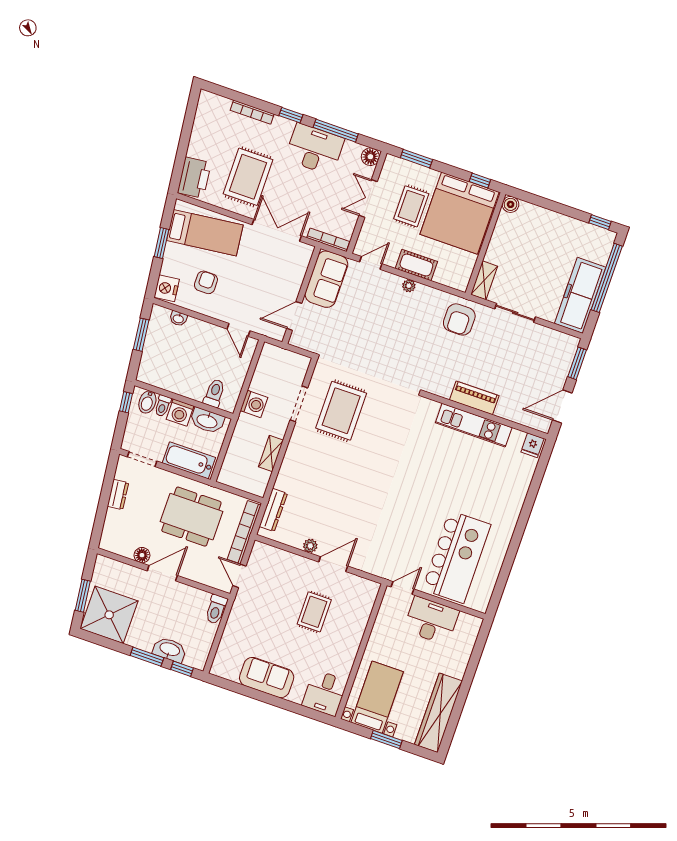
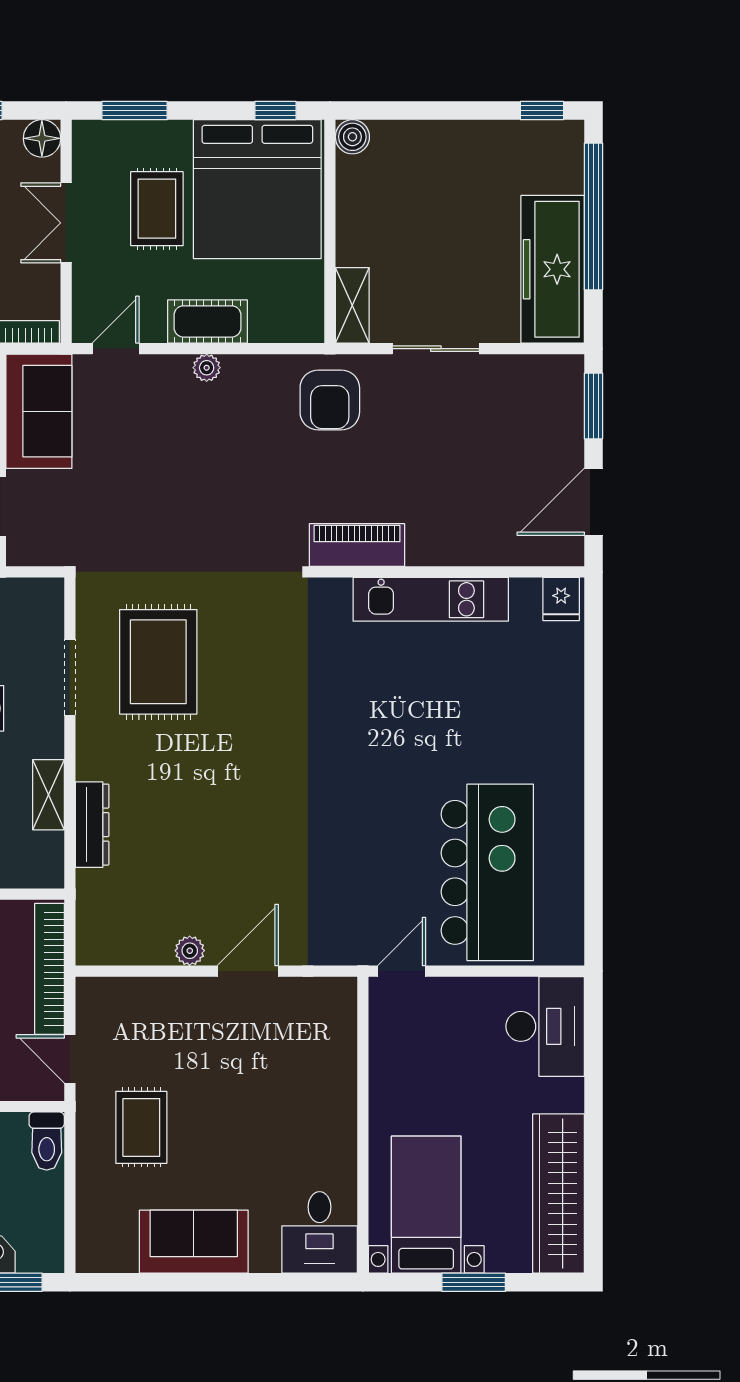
piano: (474, 398) -> (357, 545), moved
dresser: (273, 510) -> (92, 825), moved
rug: (314, 612) -> (141, 1127), moved
desk: (431, 621) -> (545, 1026), moved, turned 90

